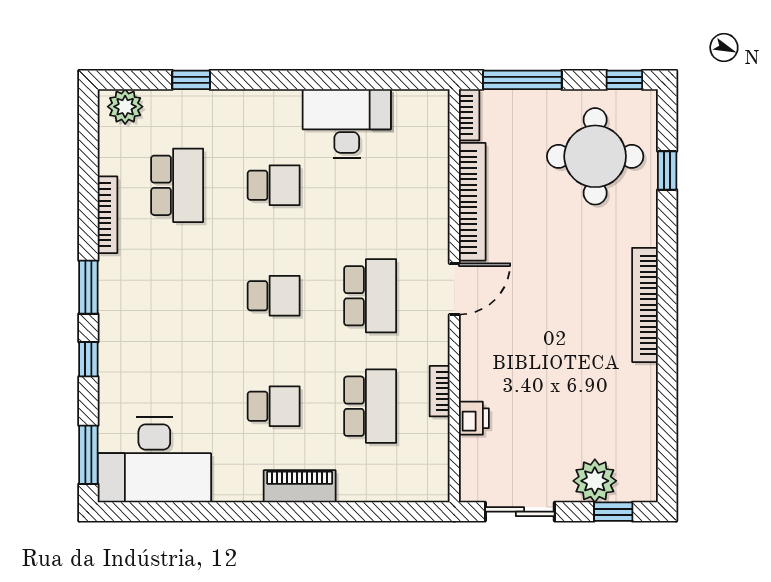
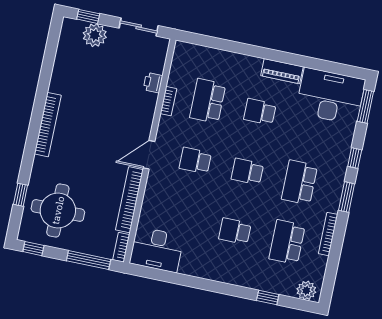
desk: (347, 124) -> (157, 250), moved
school desk: (177, 296) -> (300, 182), added
school desk: (370, 296) -> (195, 161), width x0.54
piano: (300, 486) -> (282, 71), moved

